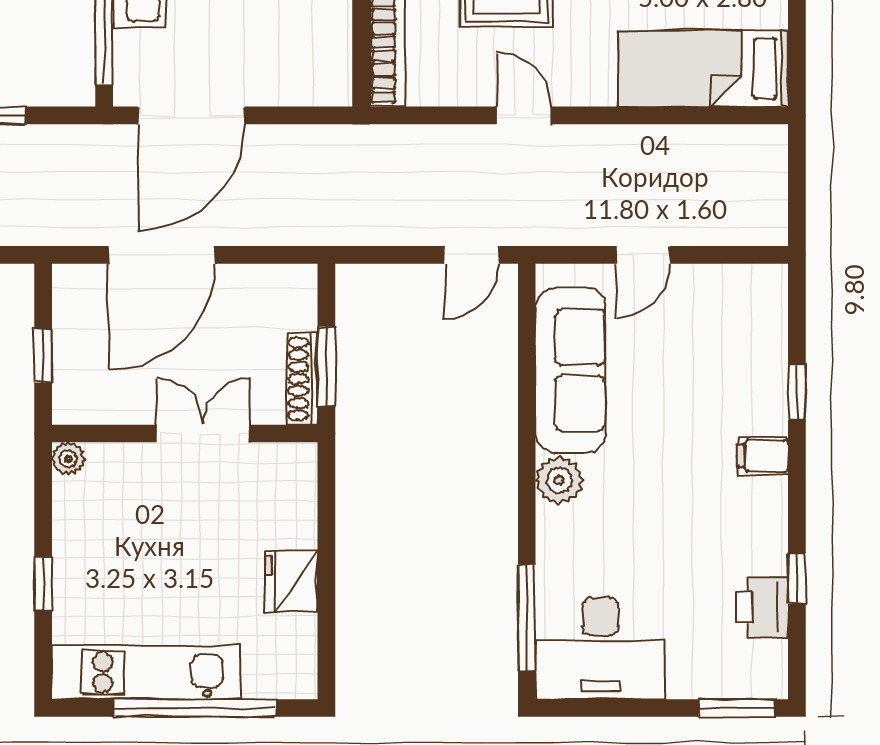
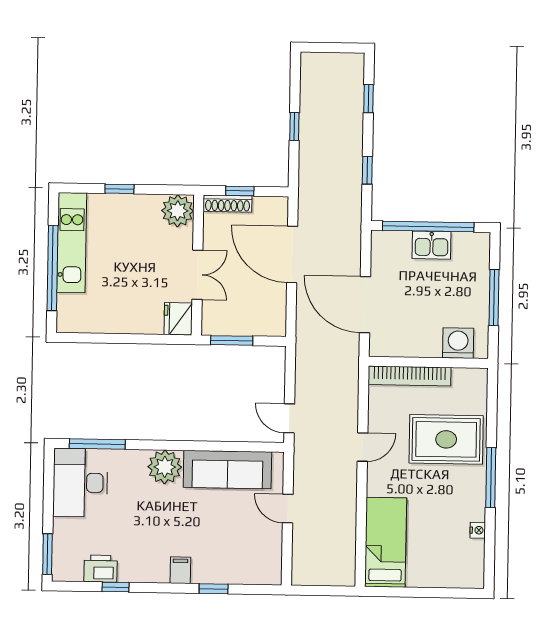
door: (191, 115) -> (365, 305), moved
shoe rack: (302, 379) -> (228, 204), moved, turned 180
plant: (68, 459) -> (178, 211), width x1.88, depth x1.88
plant: (559, 480) -> (165, 467), width x1.36, depth x1.36
fridge: (291, 581) -> (178, 319), moved, turned -90

